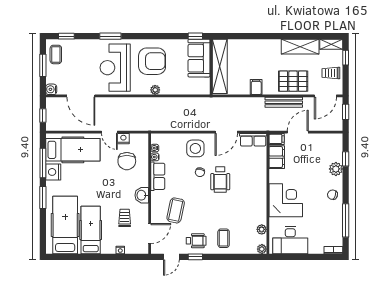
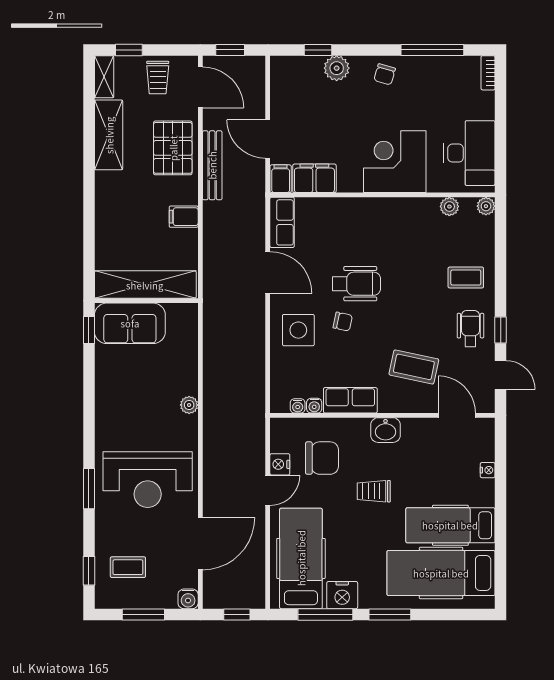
coffee table: (56, 54) -> (128, 567), moved
armchair: (152, 61) -> (136, 411), removed
trolley: (125, 218) -> (374, 491), moved

